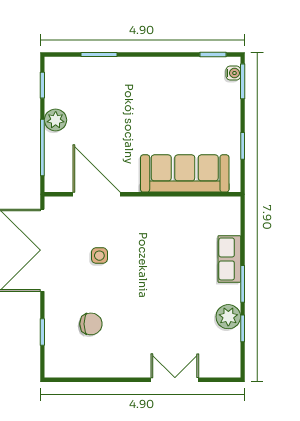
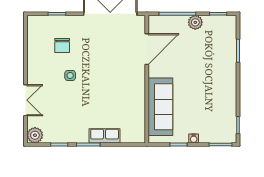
water cooler: (233, 73) -> (194, 138), moved
side table: (99, 256) -> (70, 75), moved
plant: (228, 317) -> (35, 135), moved

